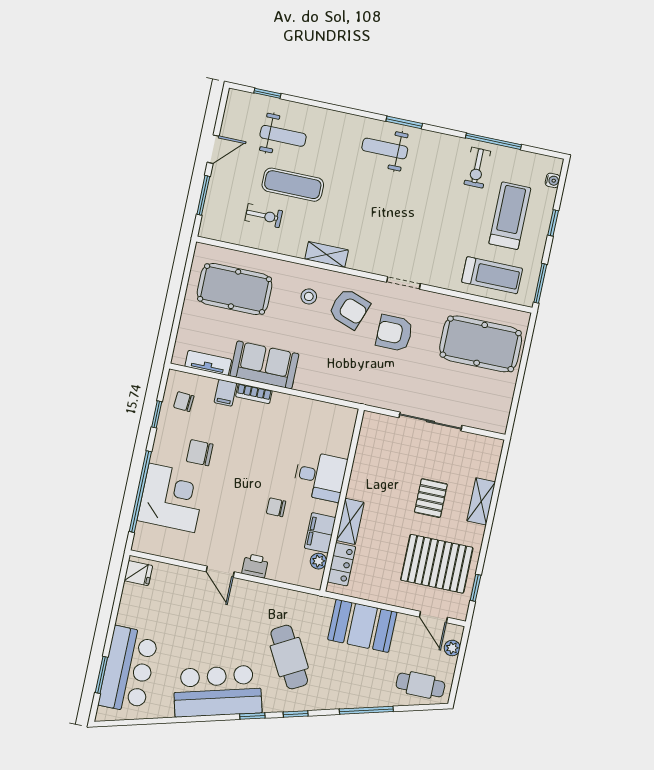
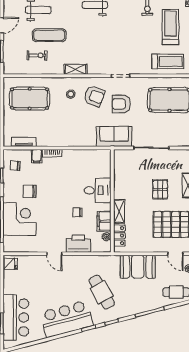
sofa: (264, 365) -> (114, 136), moved
printer: (255, 566) -> (78, 244), width x1.87, depth x1.48

